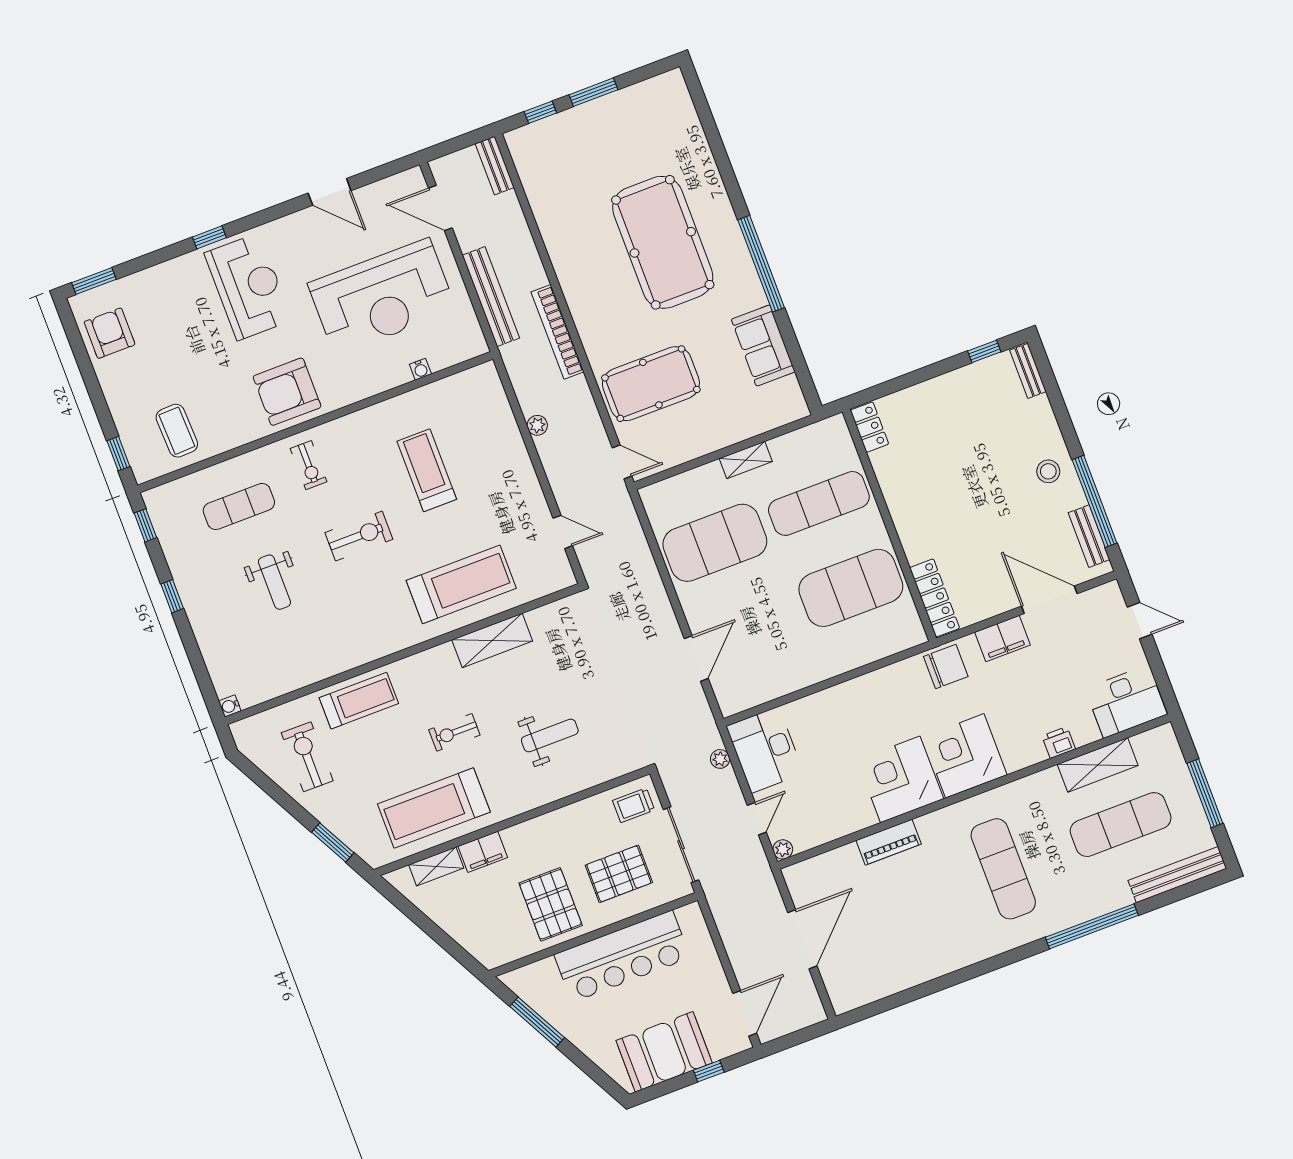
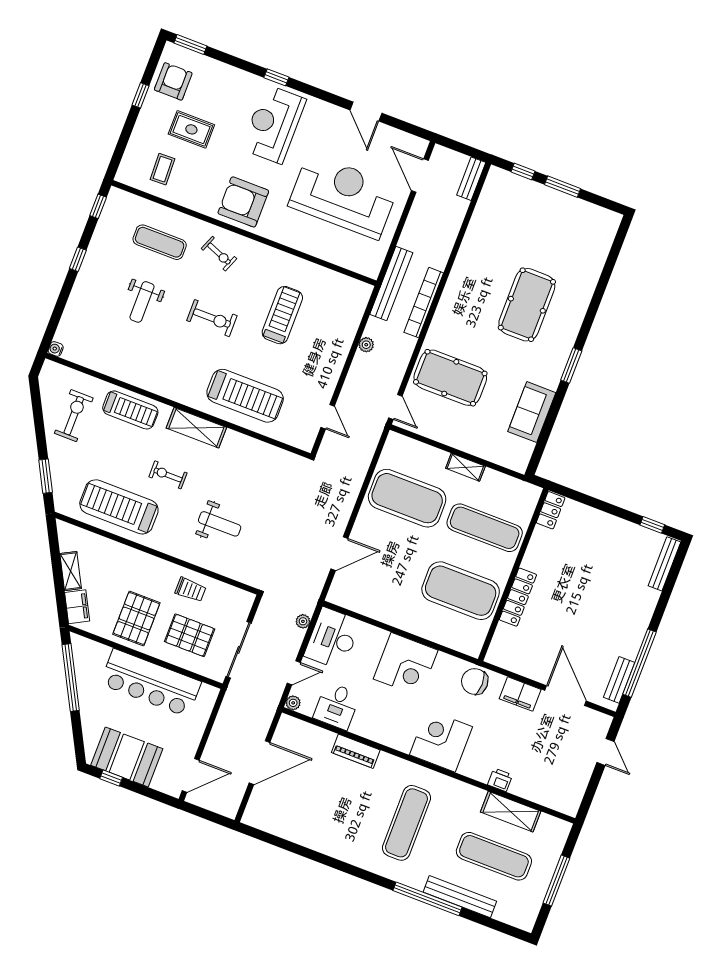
pool table: (663, 242) -> (527, 305), width x0.73, depth x0.76
window: (761, 264) -> (571, 365), width x0.47
reception desk: (248, 287) -> (274, 124), turned 180
reception desk: (382, 297) -> (343, 196), turned 180
bench: (491, 297) -> (391, 283), moved
rug: (170, 365) -> (191, 129), added
water cooler: (420, 369) -> (329, 256), removed
bench: (1028, 371) -> (664, 564), width x1.36
coffee table: (177, 431) -> (162, 169), width x0.73, depth x0.77
window: (118, 454) -> (140, 95), moved
exercise bike: (309, 465) -> (219, 254), turned -68
stool: (1048, 471) -> (628, 623), removed
locker: (935, 598) -> (518, 597), moved
shelving: (492, 640) -> (196, 428), moved
chair: (946, 666) -> (475, 681), turned 180
desk: (1126, 702) -> (337, 706), moved, width x0.73
corner desk: (900, 779) -> (406, 665), moved, turned 180
trolley: (634, 805) -> (190, 590), moved, turned 180
filing cabinet: (483, 852) -> (77, 607), moved, turned -118
shelving: (436, 866) -> (71, 571), moved, turned 62
bench: (1177, 875) -> (460, 897), moved
window: (537, 1022) -> (71, 678), width x1.46
window: (709, 1071) -> (111, 778), moved

